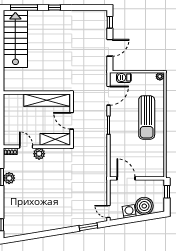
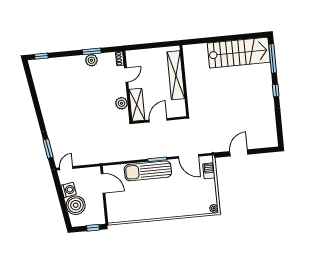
window: (110, 22) -> (266, 150), removed
door: (110, 48) -> (239, 153), swing flipped
shelving: (47, 100) -> (176, 75), moved
sun lounger: (147, 117) -> (148, 171), moved
plant: (39, 154) -> (121, 103), moved
door: (126, 178) -> (103, 183), hinge flipped

